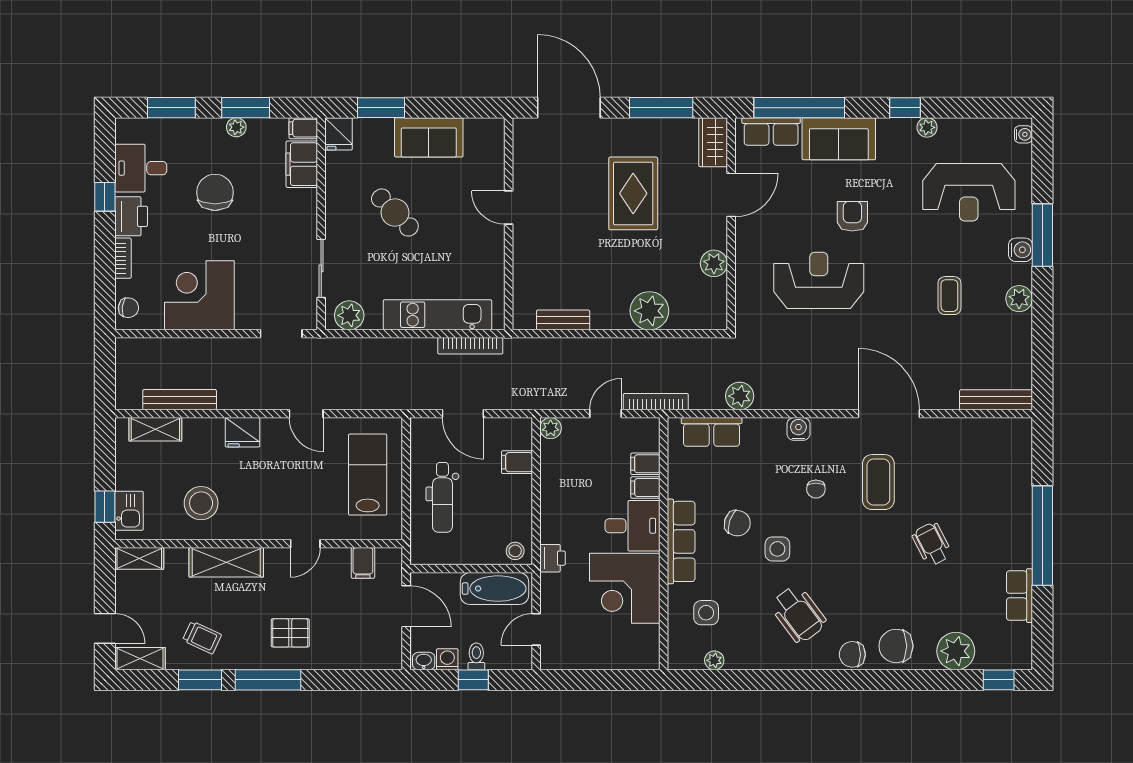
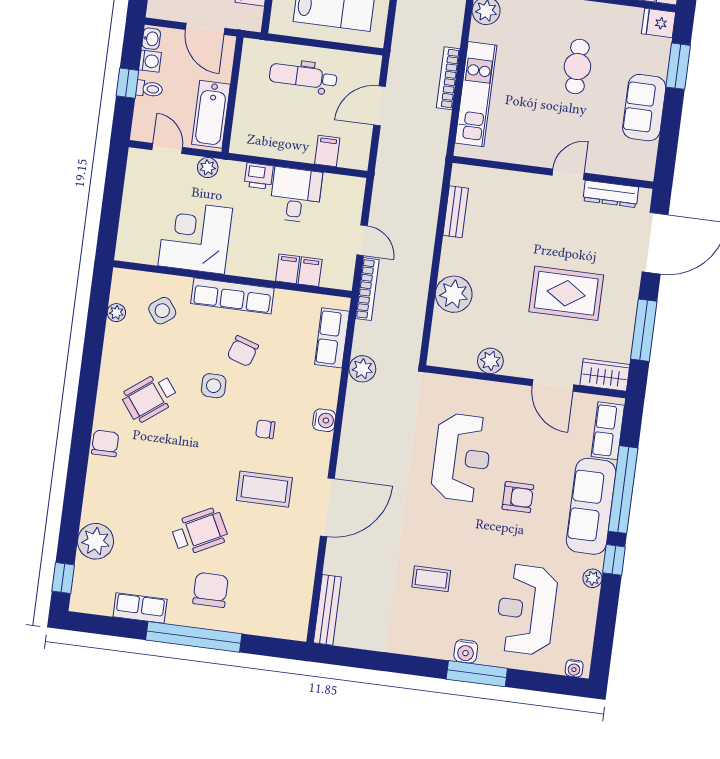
window: (799, 108) -> (623, 490), moved
sofa: (839, 139) -> (591, 506), width x1.36
dresser: (523, 160) -> (611, 194), added
cafe table: (395, 213) -> (577, 67), turned -46
plant: (1019, 299) -> (420, 644), removed
bookcase: (470, 346) -> (448, 78), moved
plant: (551, 428) -> (208, 168), moved
desk: (632, 526) -> (296, 195), moved, turned 180
wheelchair: (932, 544) -> (199, 532), width x1.36, depth x1.37
stool: (515, 551) -> (244, 138), removed
printer: (552, 558) -> (259, 176), moved
door: (406, 606) -> (205, 29), hinge flipped
side table: (706, 613) -> (162, 311), turned -37
chair: (896, 646) -> (211, 590), moved

